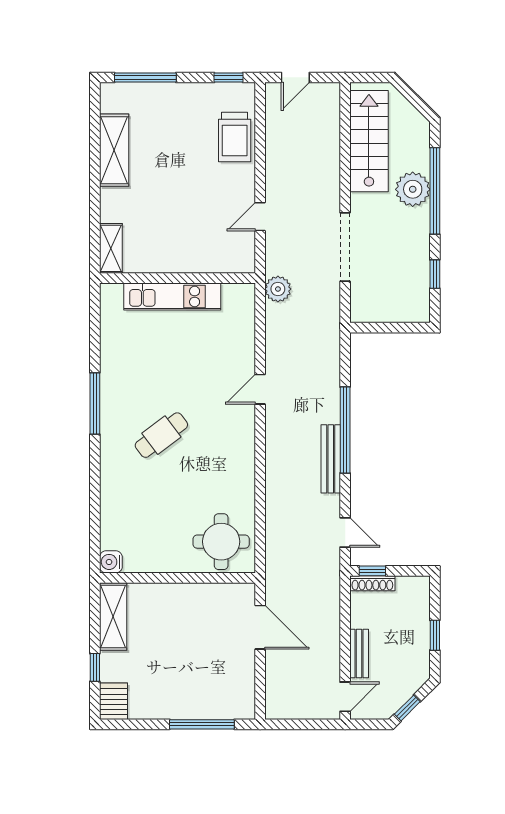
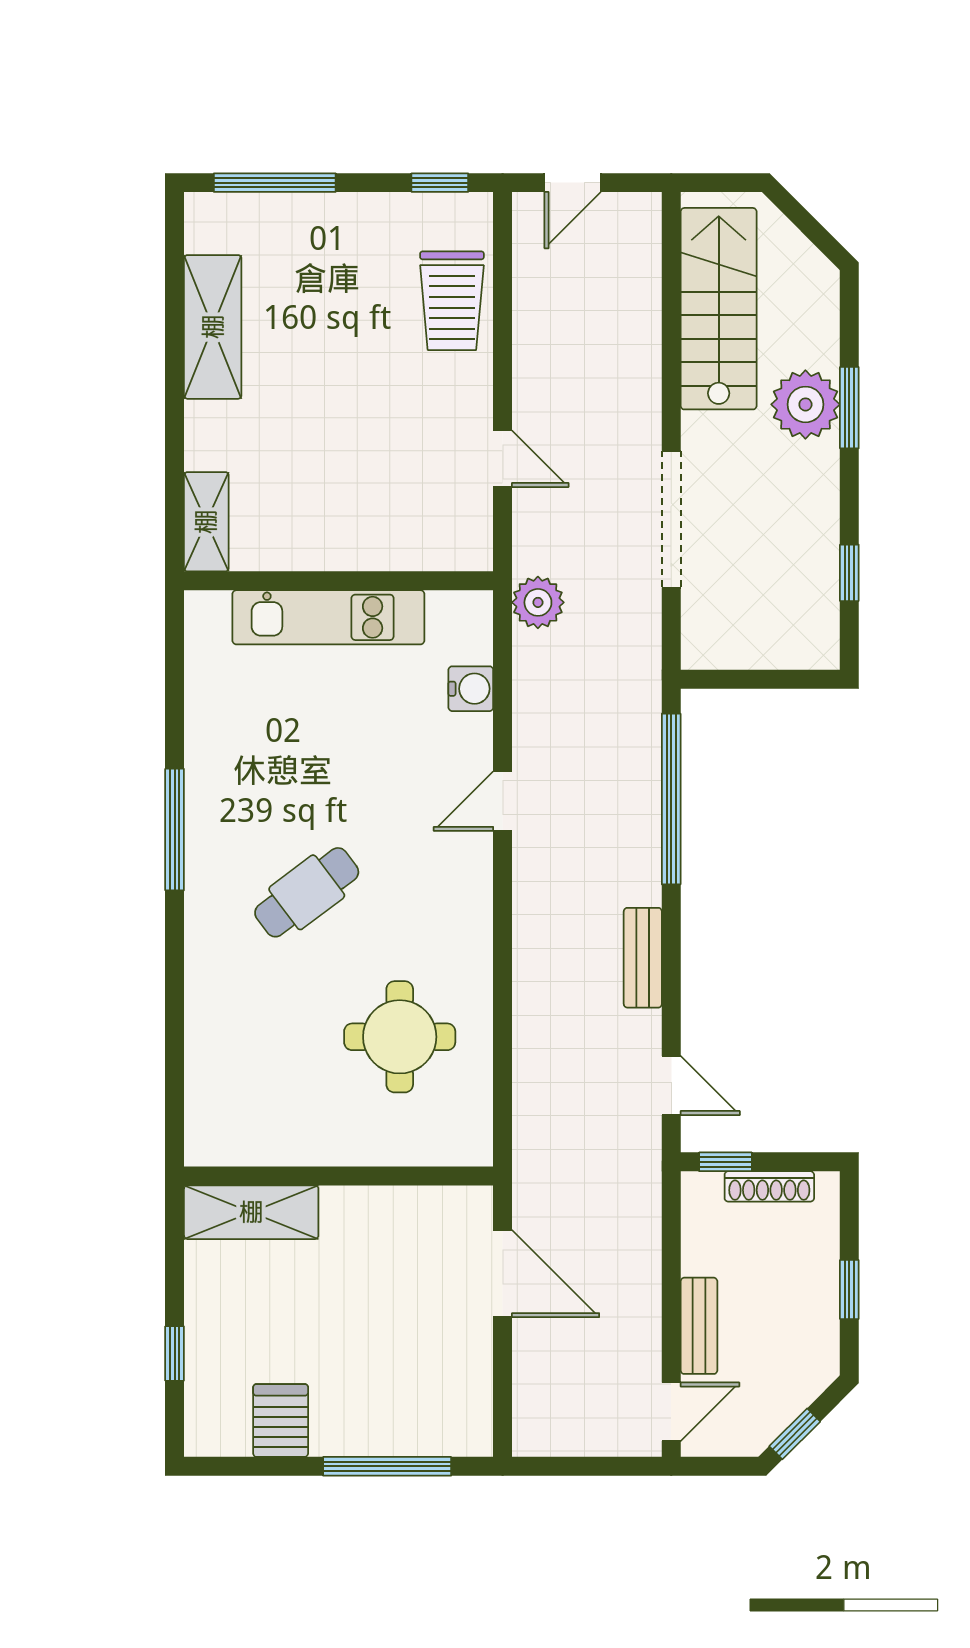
window: (435, 191) -> (849, 408), width x0.47
door: (260, 217) -> (503, 459), swing flipped
window: (345, 430) -> (671, 799), moved
bench: (331, 459) -> (643, 958), width x0.73
round table: (221, 542) -> (400, 1037), moved
water cooler: (111, 562) -> (471, 689), moved, turned 180
shoe rack: (372, 583) -> (769, 1186), moved
shelving: (113, 617) -> (251, 1212), moved, turned 90
server rack: (113, 701) -> (281, 1421), moved

